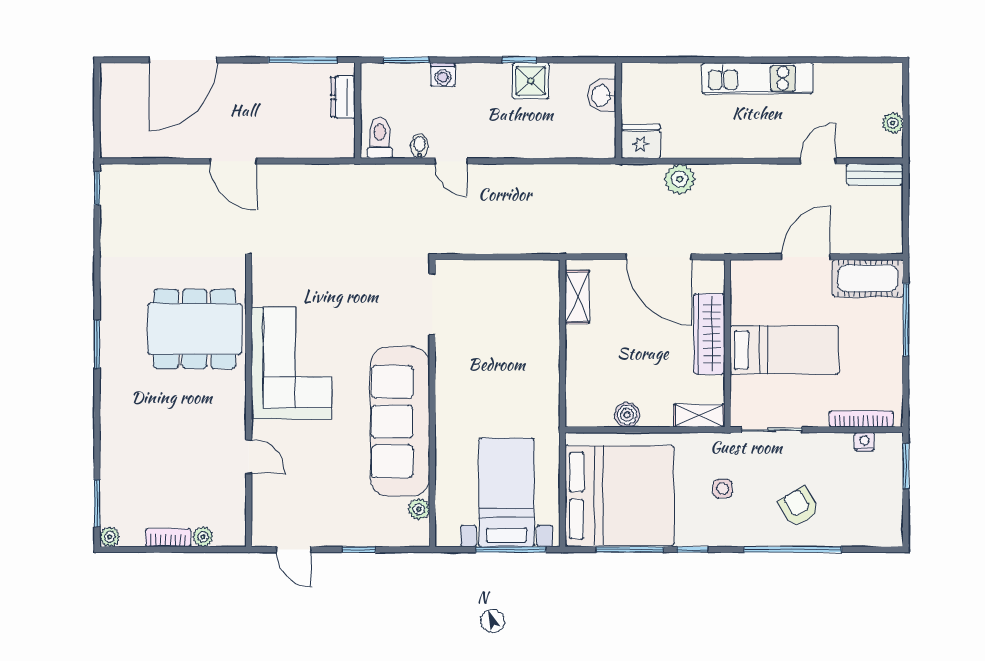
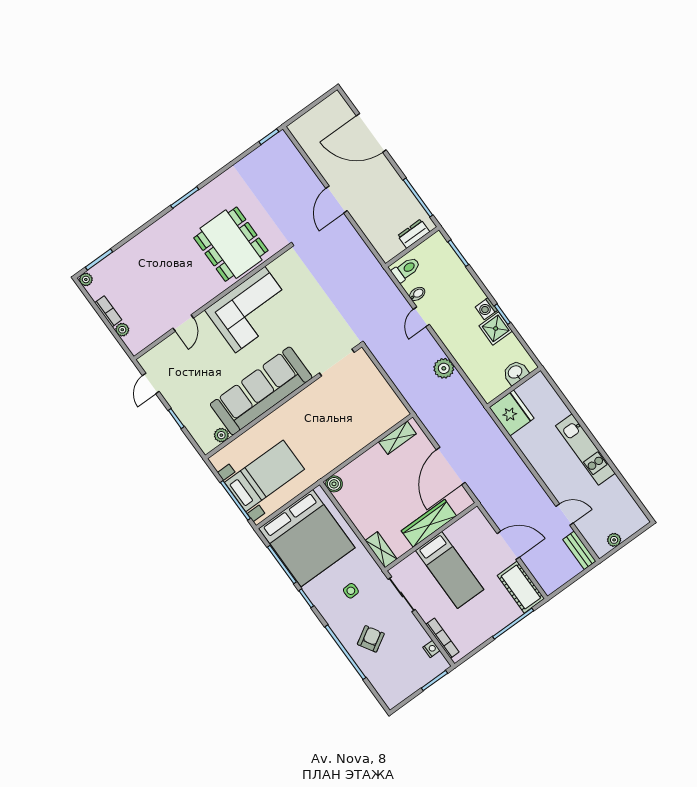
washing machine: (443, 75) -> (486, 309), moved
fridge: (641, 142) -> (512, 413), width x1.36, depth x1.34
plant: (680, 179) -> (444, 368), moved
boiler: (627, 415) -> (334, 484), moved

